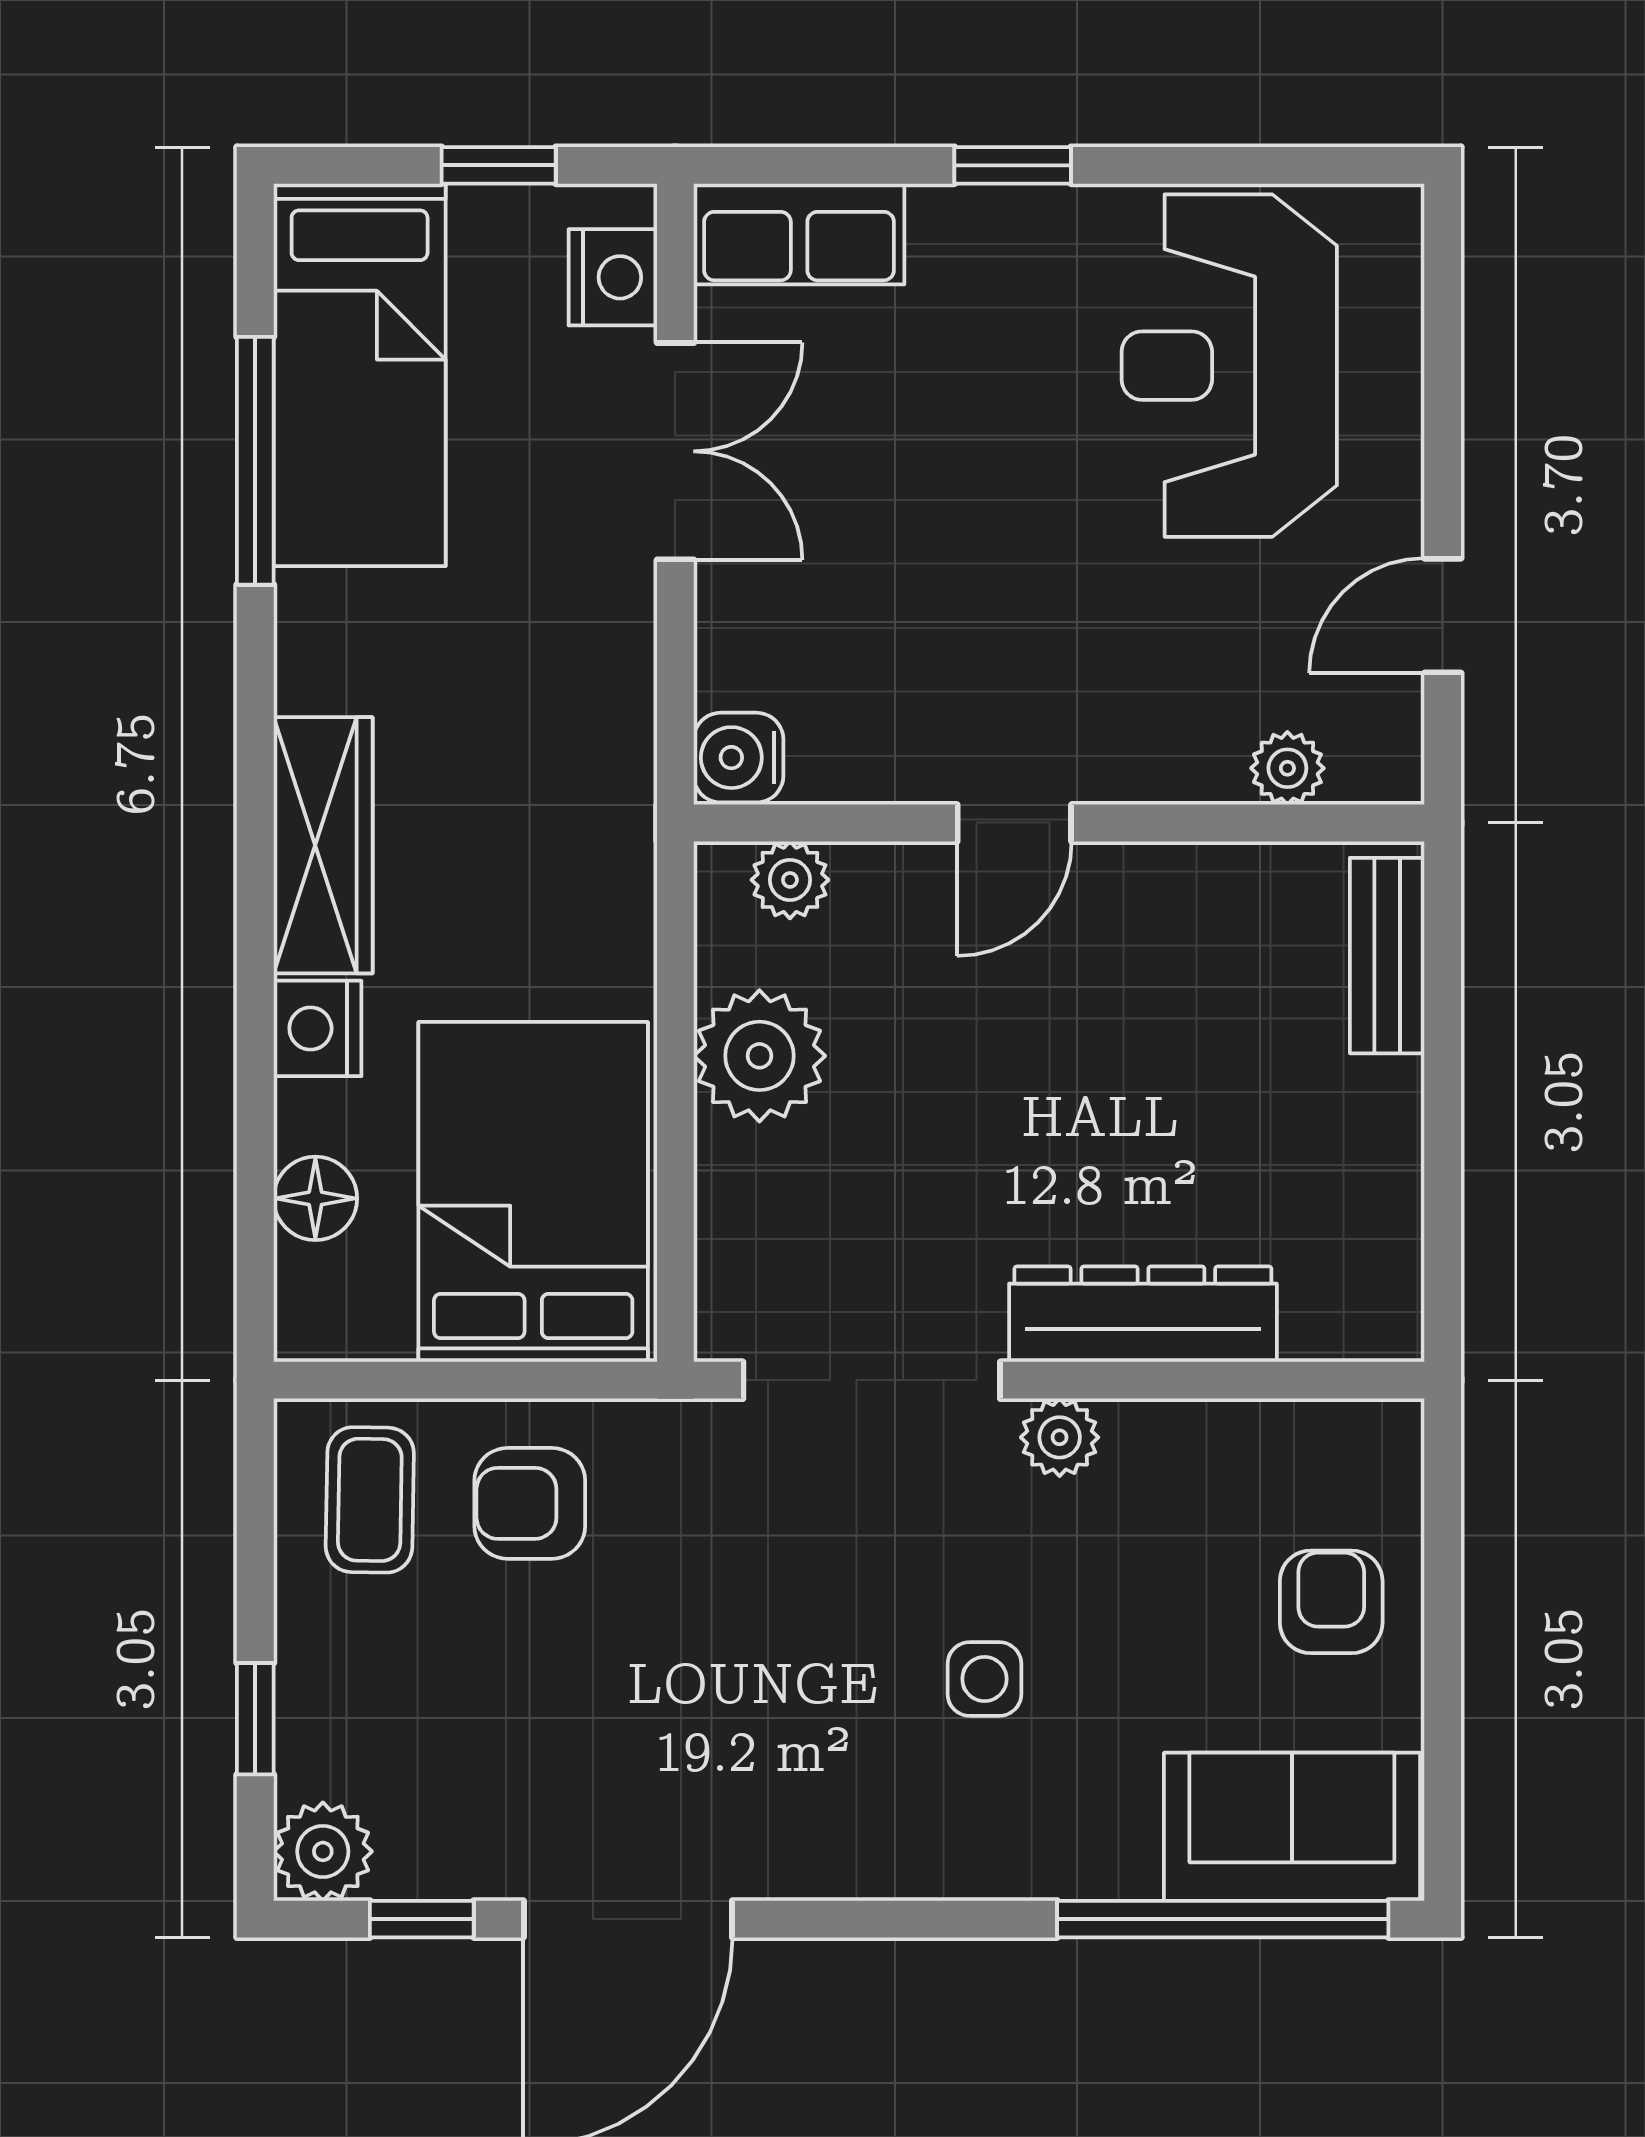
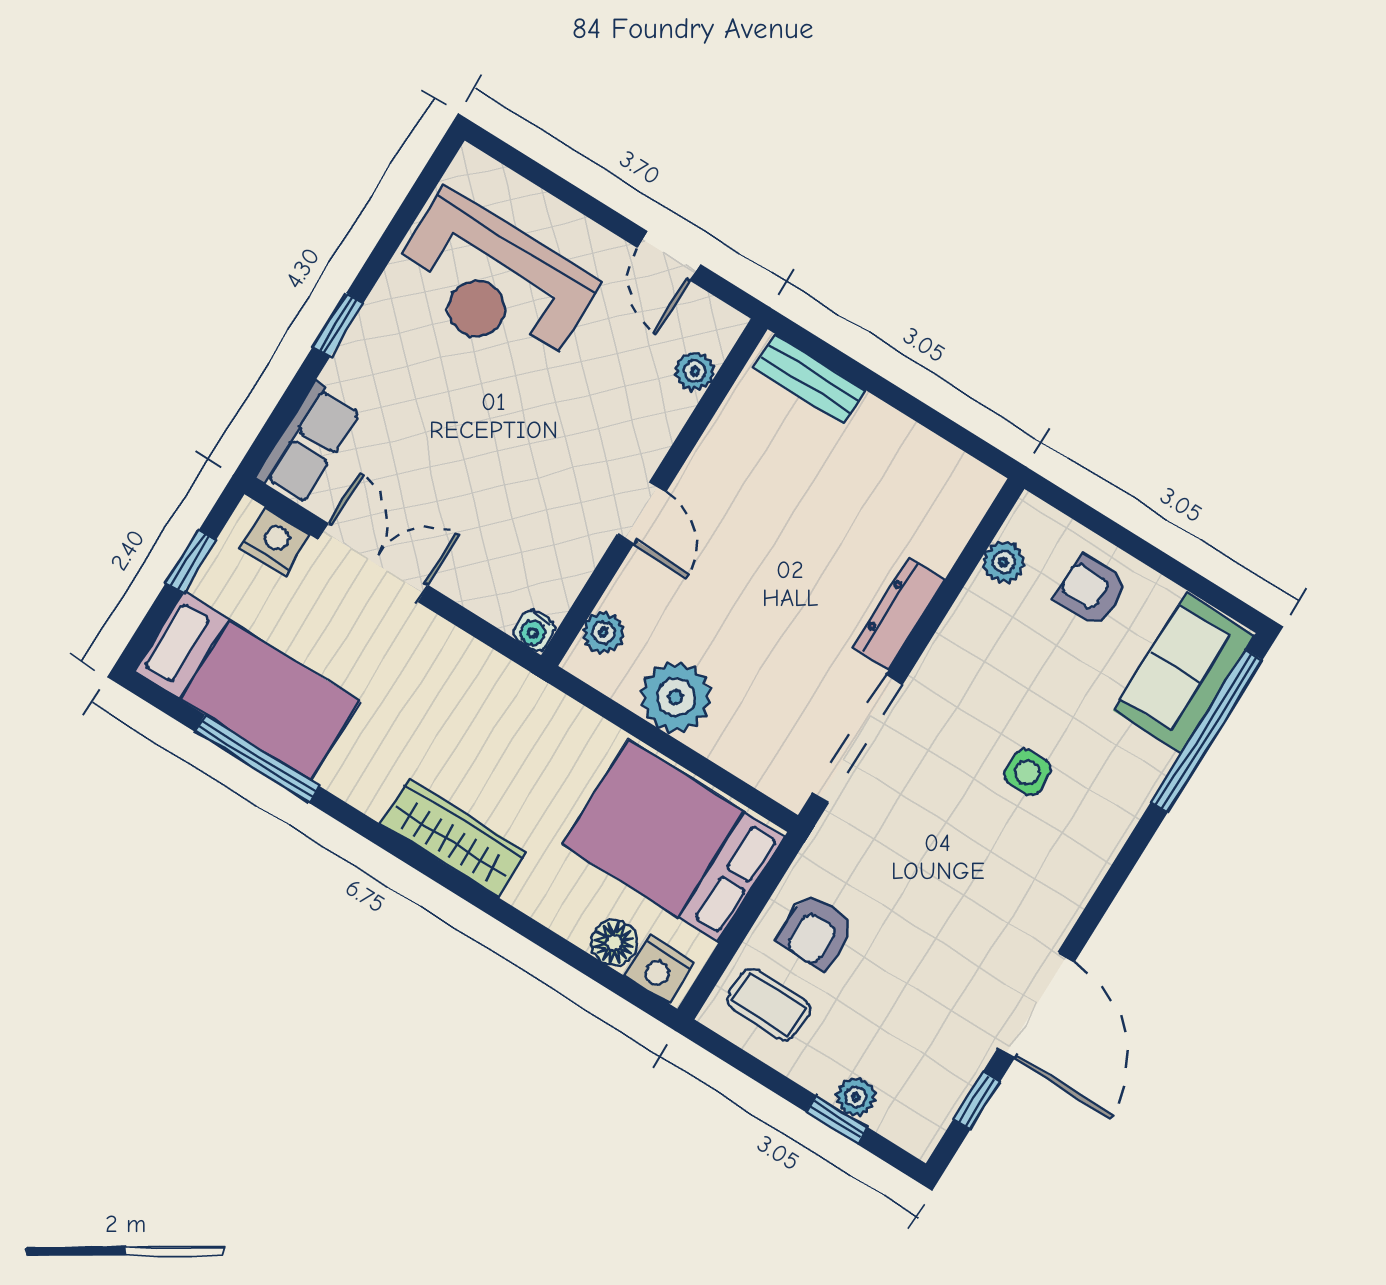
water cooler: (739, 758) -> (534, 630), width x0.72, depth x0.72
nightstand: (317, 1028) -> (659, 969), moved
dresser: (1143, 1314) -> (899, 614), width x0.73, depth x0.80
plant: (1060, 1437) -> (1004, 562), moved
plant: (323, 1851) -> (856, 1097), moved, width x0.73, depth x0.73

